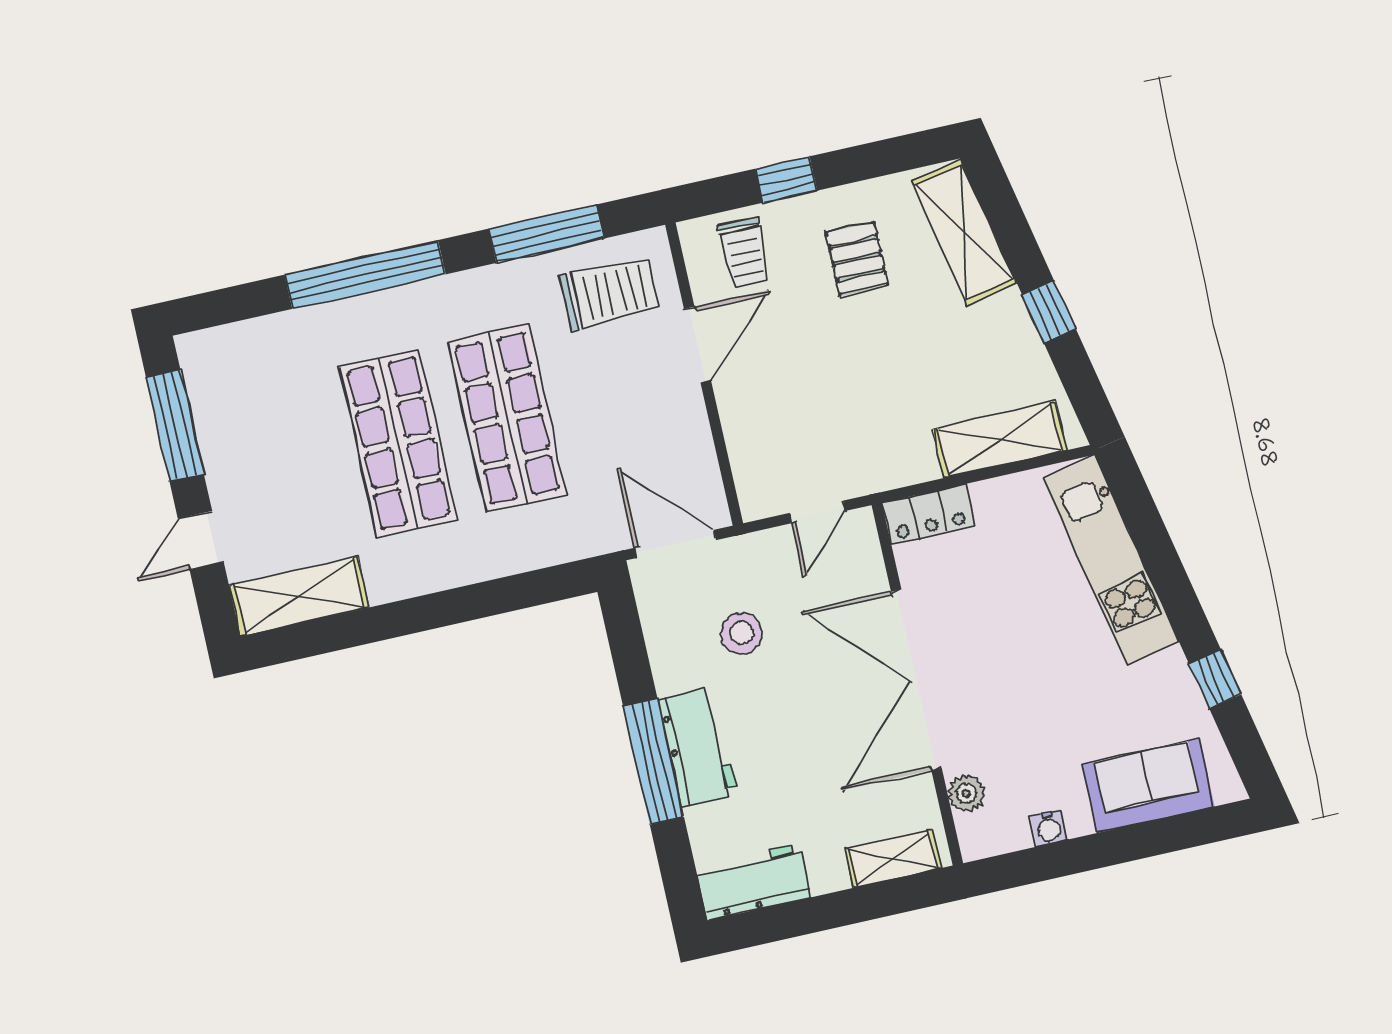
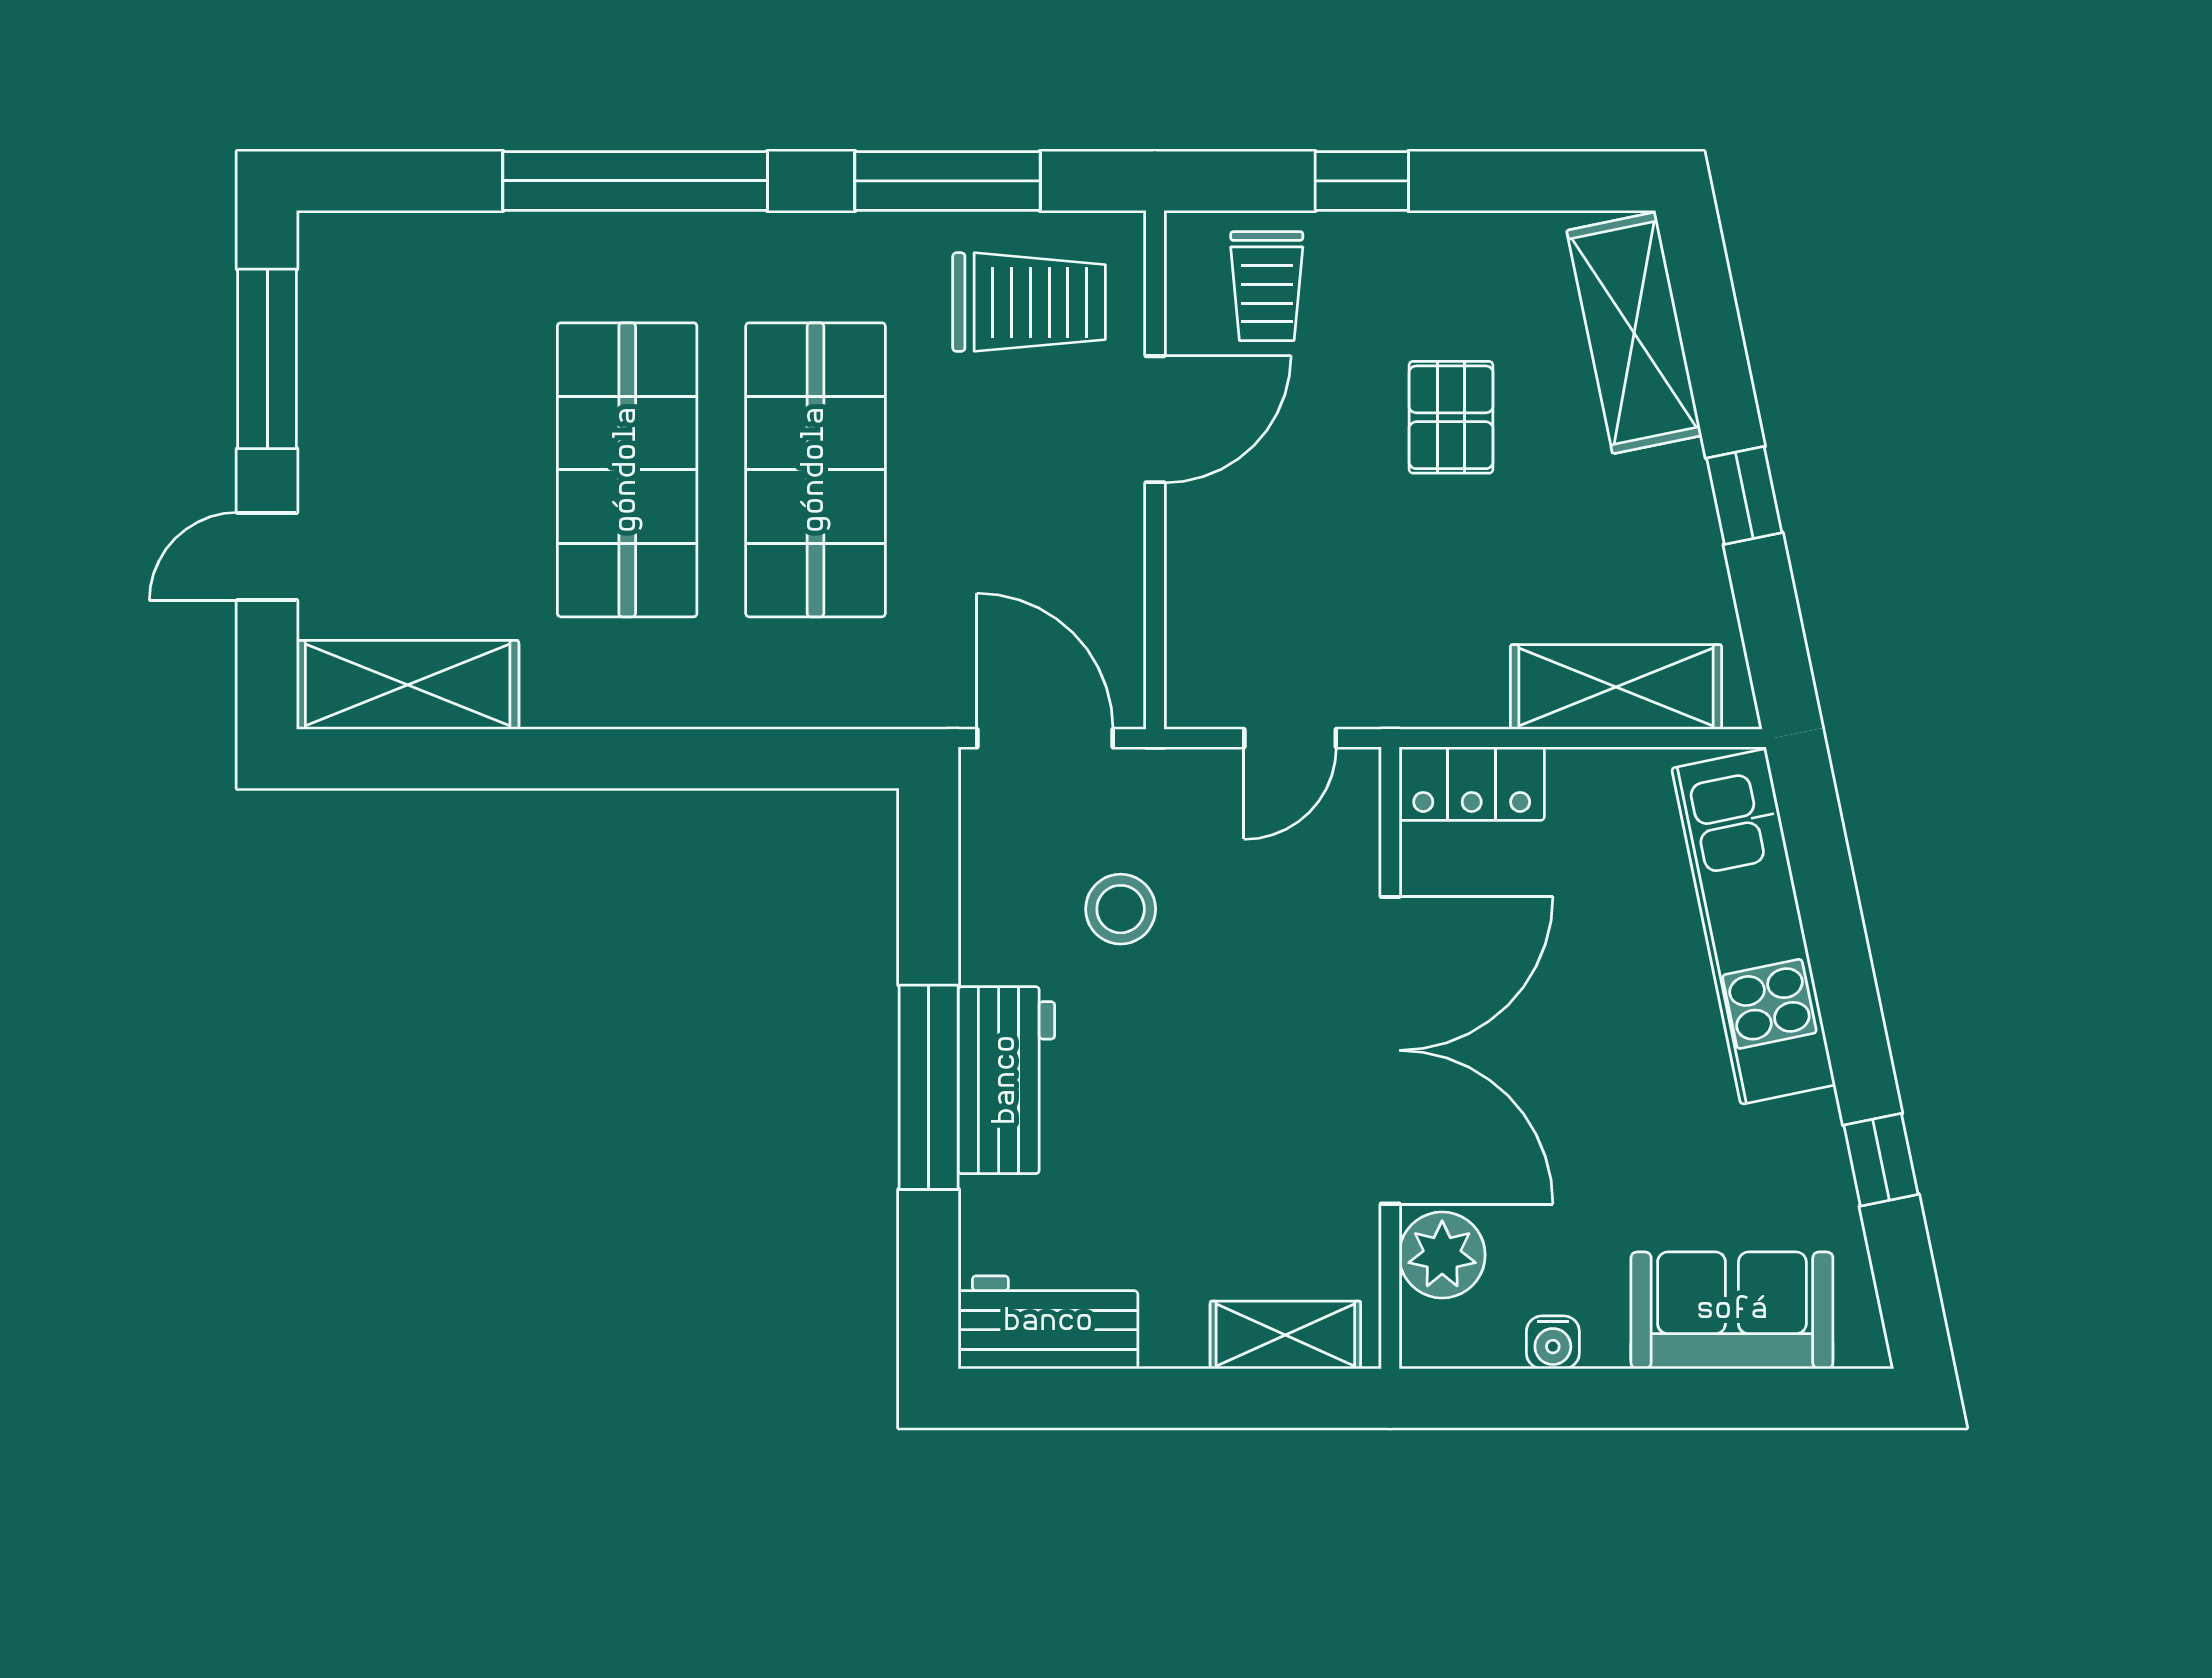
pallet: (857, 259) -> (1451, 417), moved
double door: (916, 680) -> (1390, 1050), swing flipped
plant: (966, 793) -> (1442, 1255), width x1.38, depth x1.38

